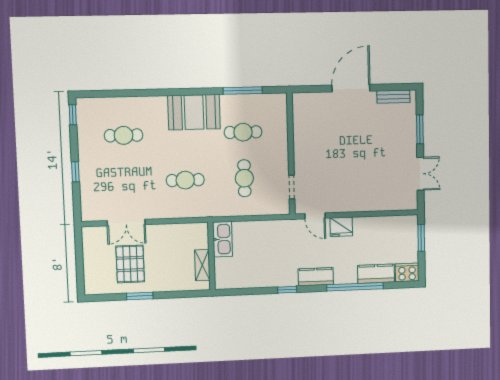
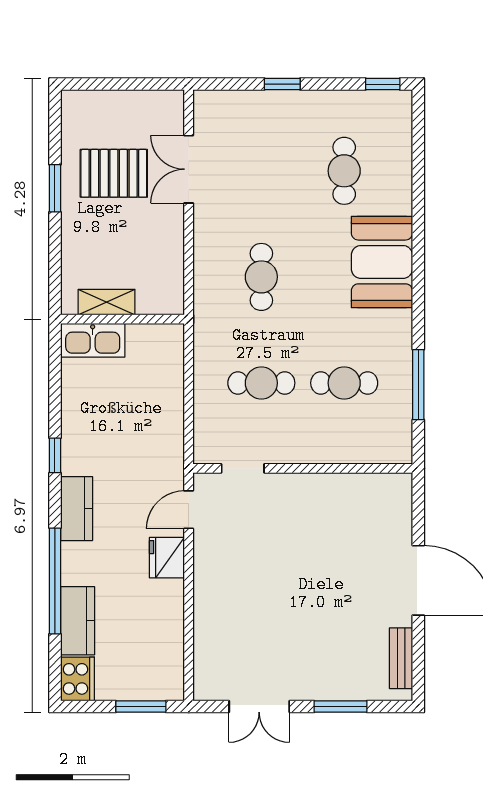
booth: (194, 112) -> (382, 262), moved
cafe table: (243, 132) -> (344, 383), turned 90
kitchen sink: (223, 239) -> (93, 340), moved

